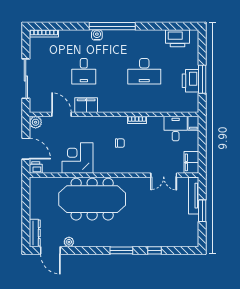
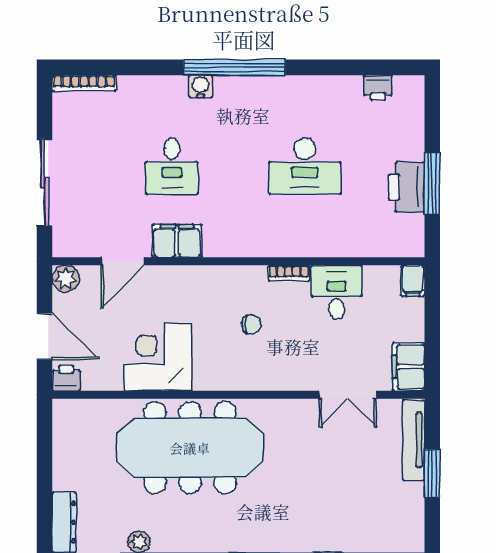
printer: (177, 38) -> (378, 88), width x0.53, depth x0.68
door: (61, 114) -> (123, 261), swing flipped
desk: (176, 128) -> (337, 292), moved

